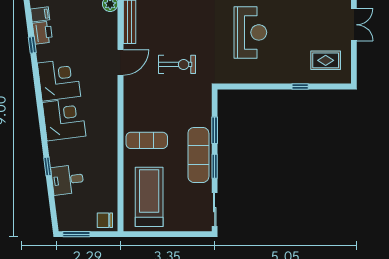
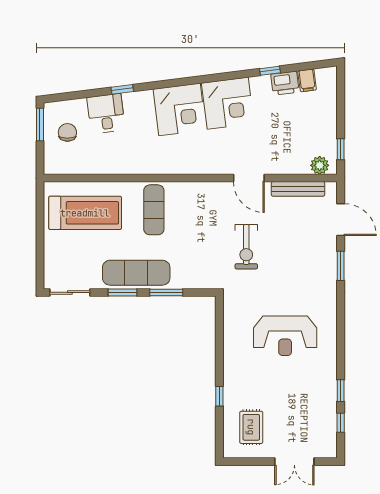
chair: (105, 220) -> (67, 132), moved

